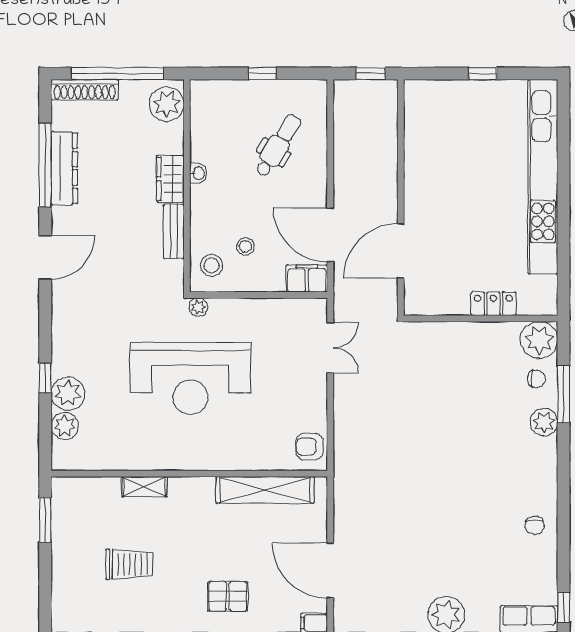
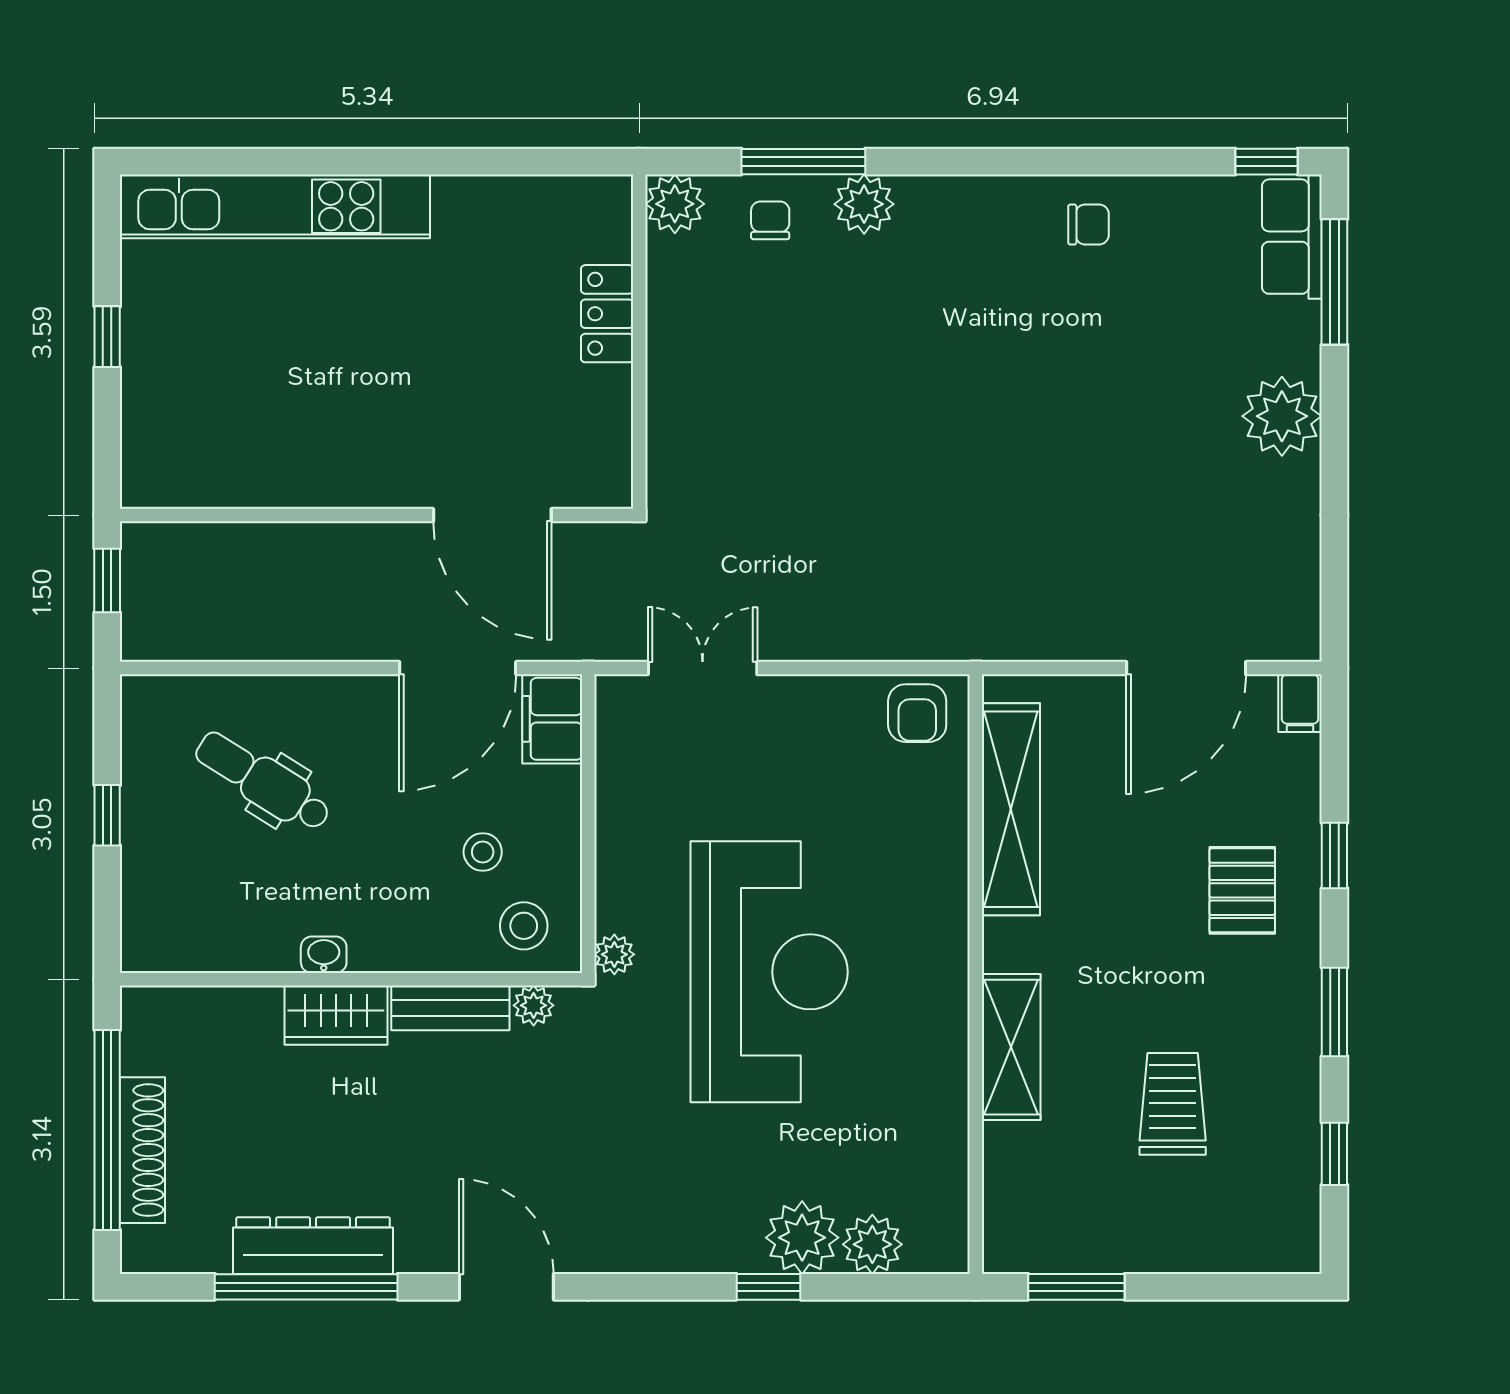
shoe rack: (85, 90) -> (142, 1150), moved
plant: (167, 104) -> (534, 1005), moved, width x0.53, depth x0.53
kitchen unit: (543, 177) -> (275, 206), width x0.73
plant: (539, 340) -> (675, 204), width x0.73, depth x0.73
shelving: (144, 487) -> (1011, 1047), width x1.50, depth x1.33

